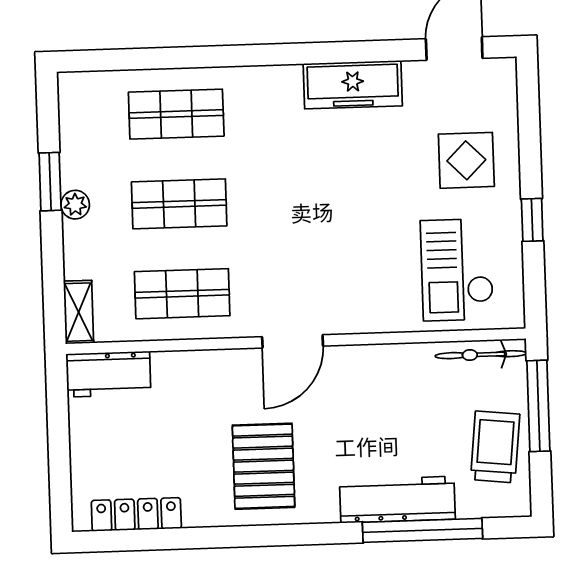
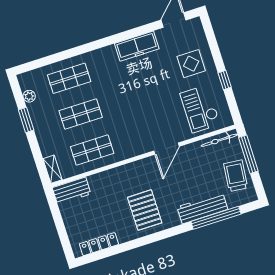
plant: (75, 205) -> (29, 96), moved
door: (293, 341) -> (167, 149), moved

